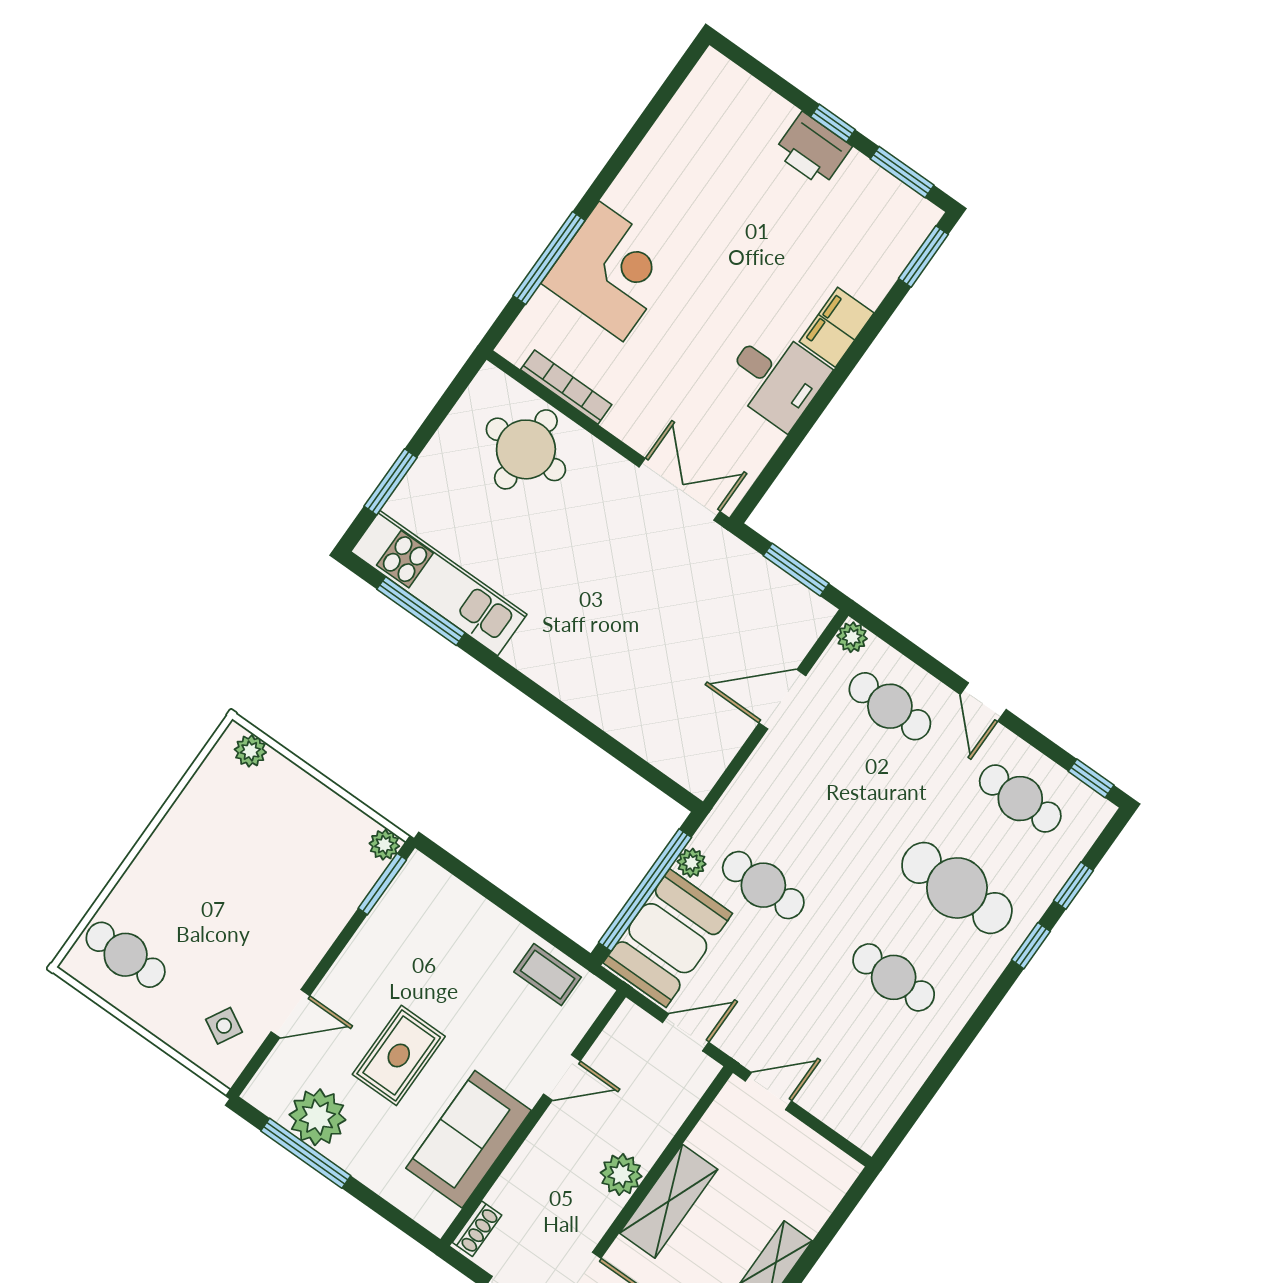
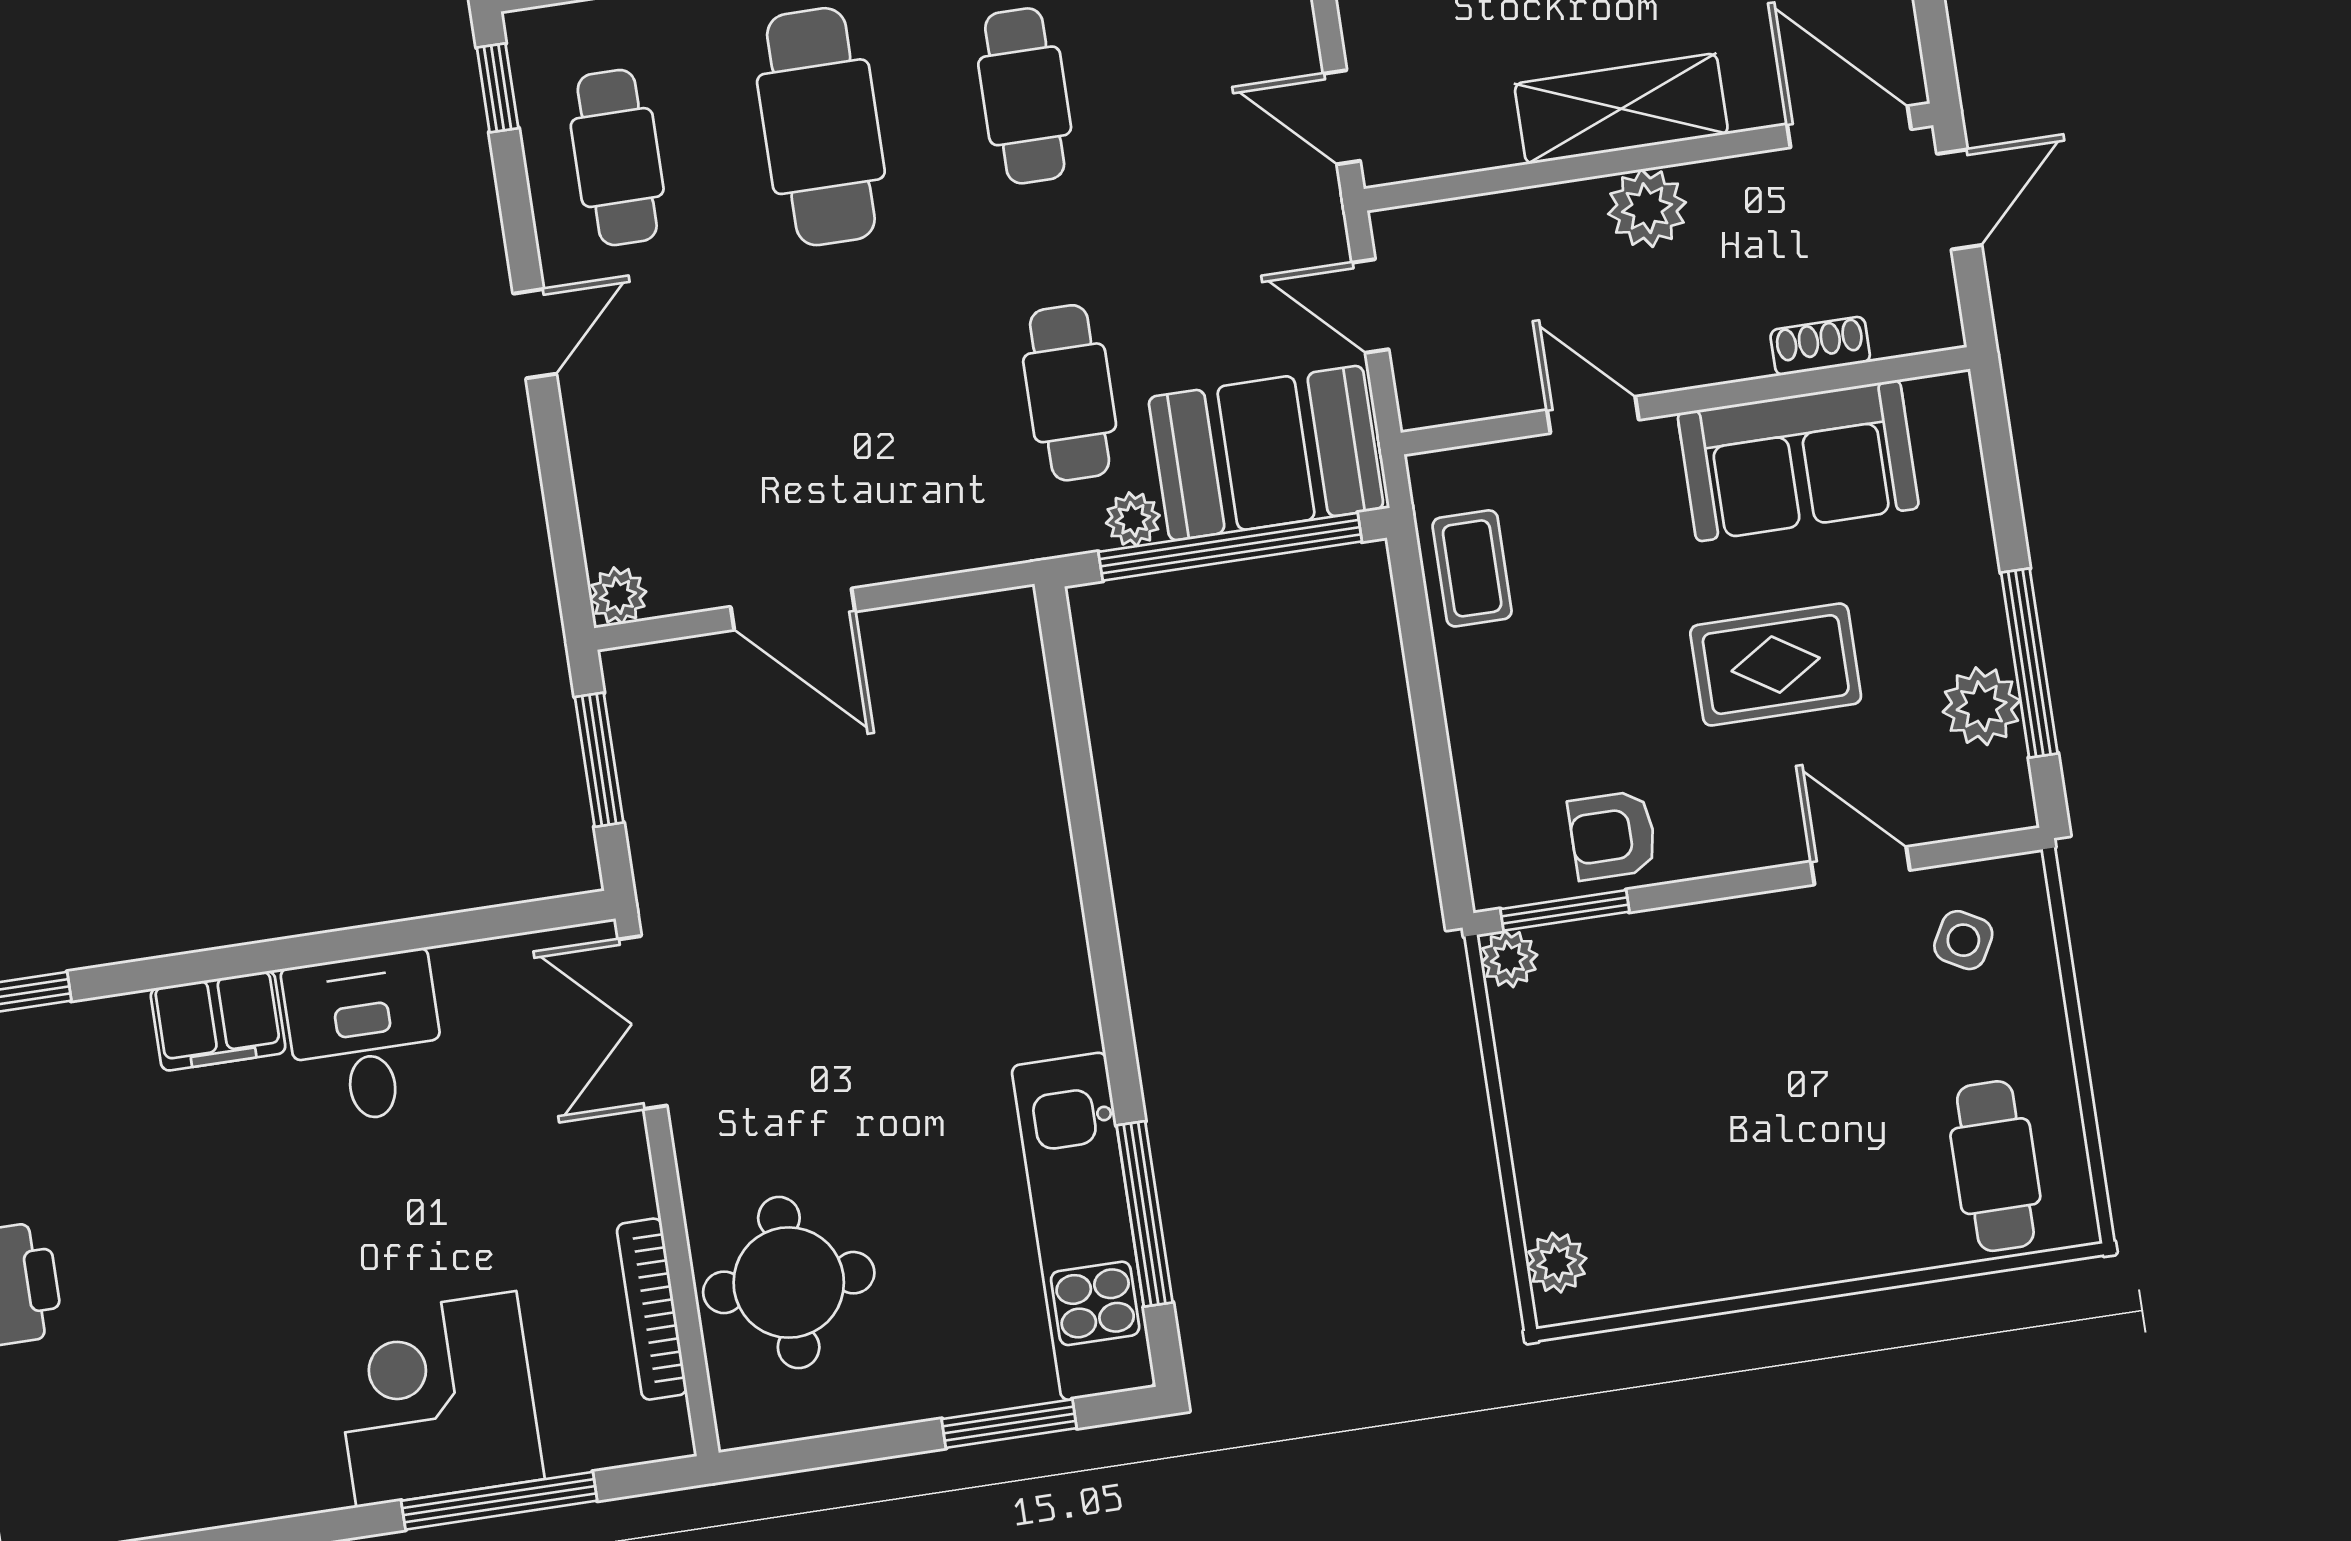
cafe table: (890, 706) -> (662, 454), removed
armchair: (393, 930) -> (1613, 835), added
plant: (317, 1117) -> (1982, 706), width x0.73, depth x0.73
shoe rack: (477, 1229) -> (1820, 346), moved

